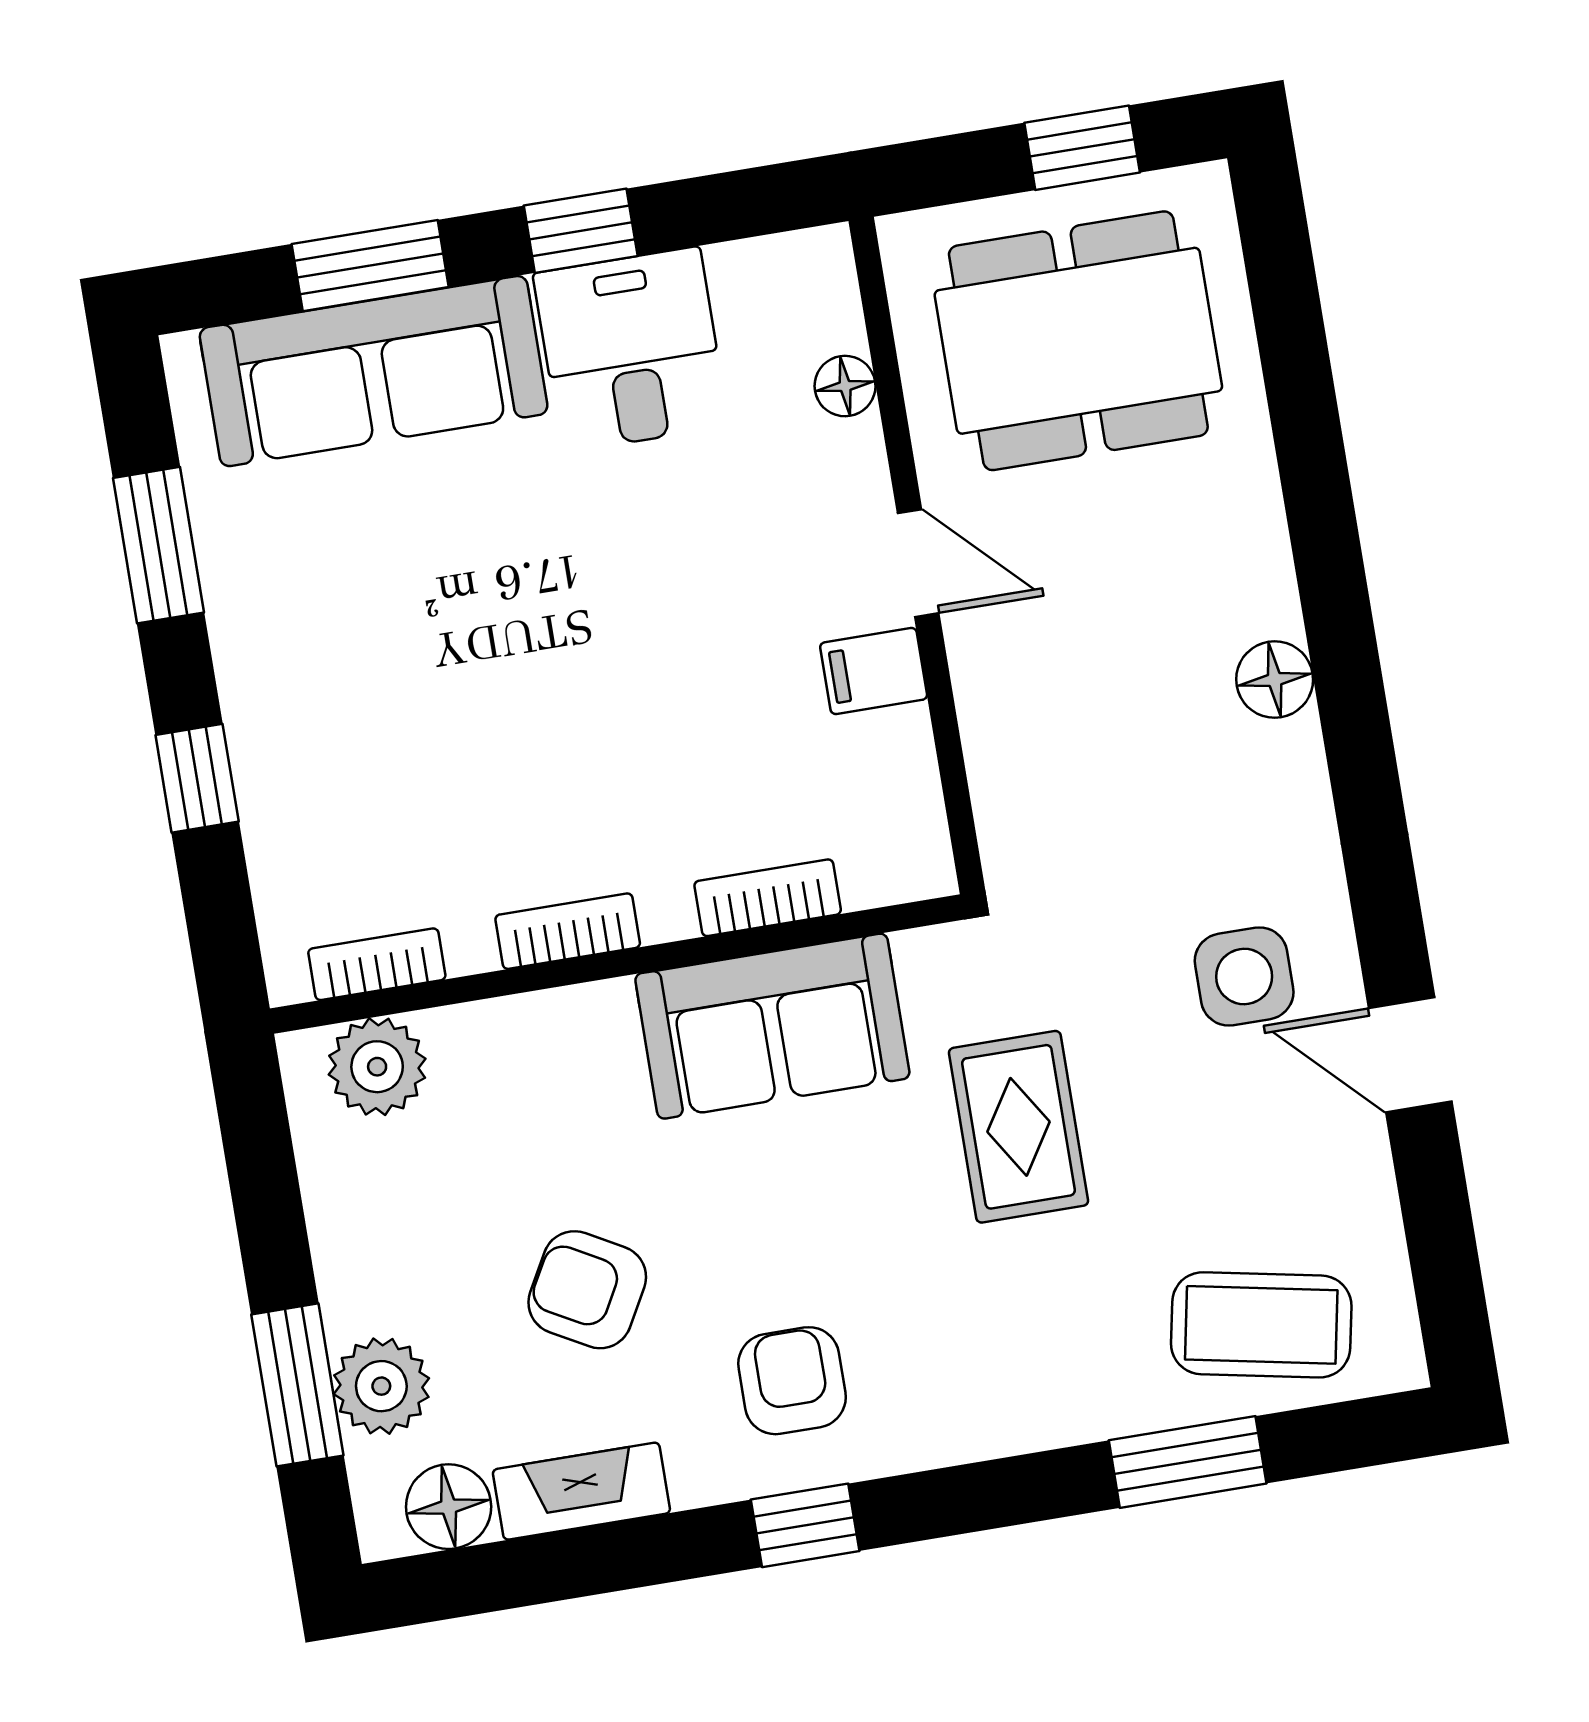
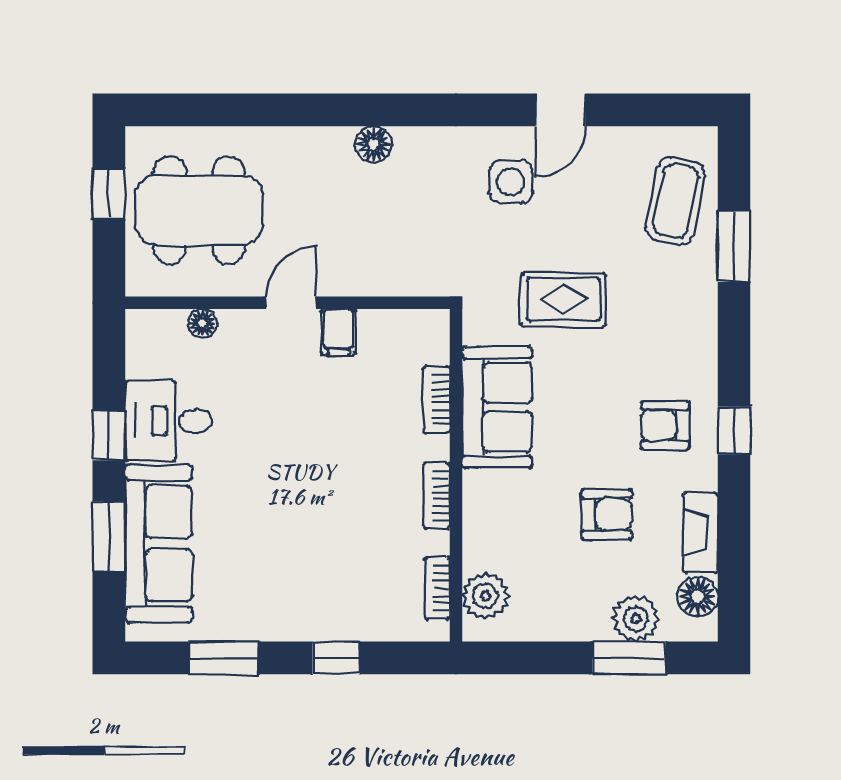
dining table: (1078, 341) -> (199, 210), turned 90
armchair: (587, 1290) -> (606, 515), turned -119

